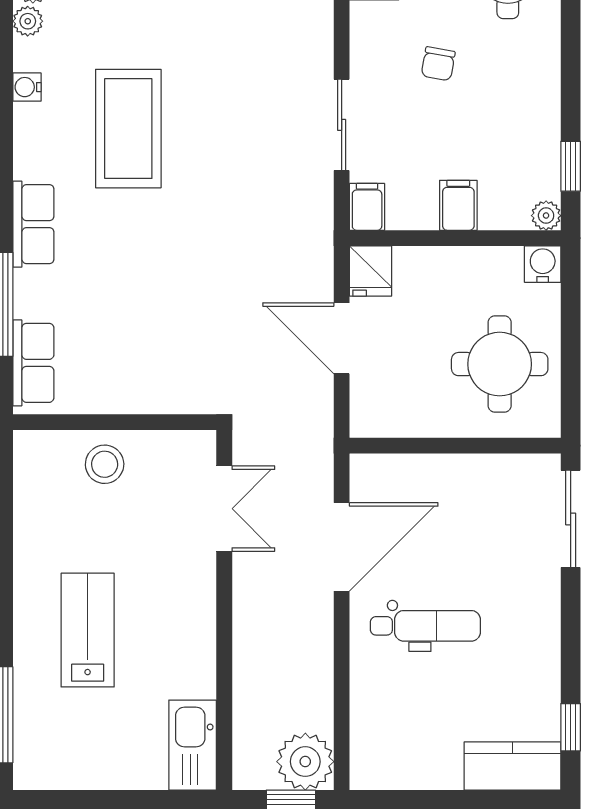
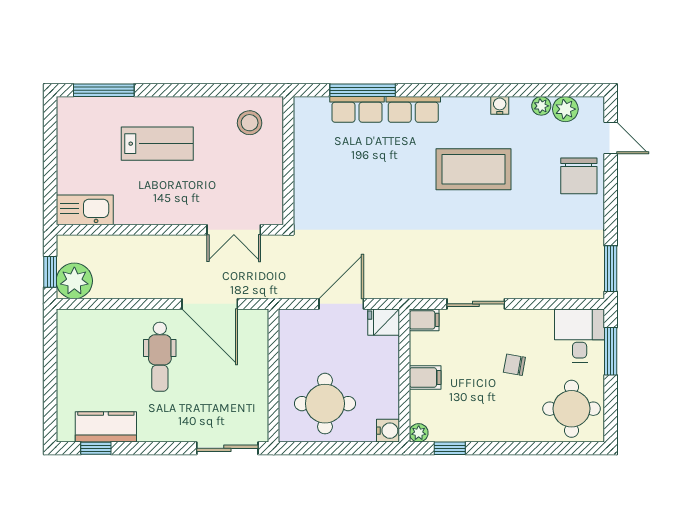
row of seats: (33, 363) -> (357, 109), moved
stool: (105, 464) -> (250, 123), moved
kitchen counter: (513, 766) -> (106, 427), moved, turned -90

